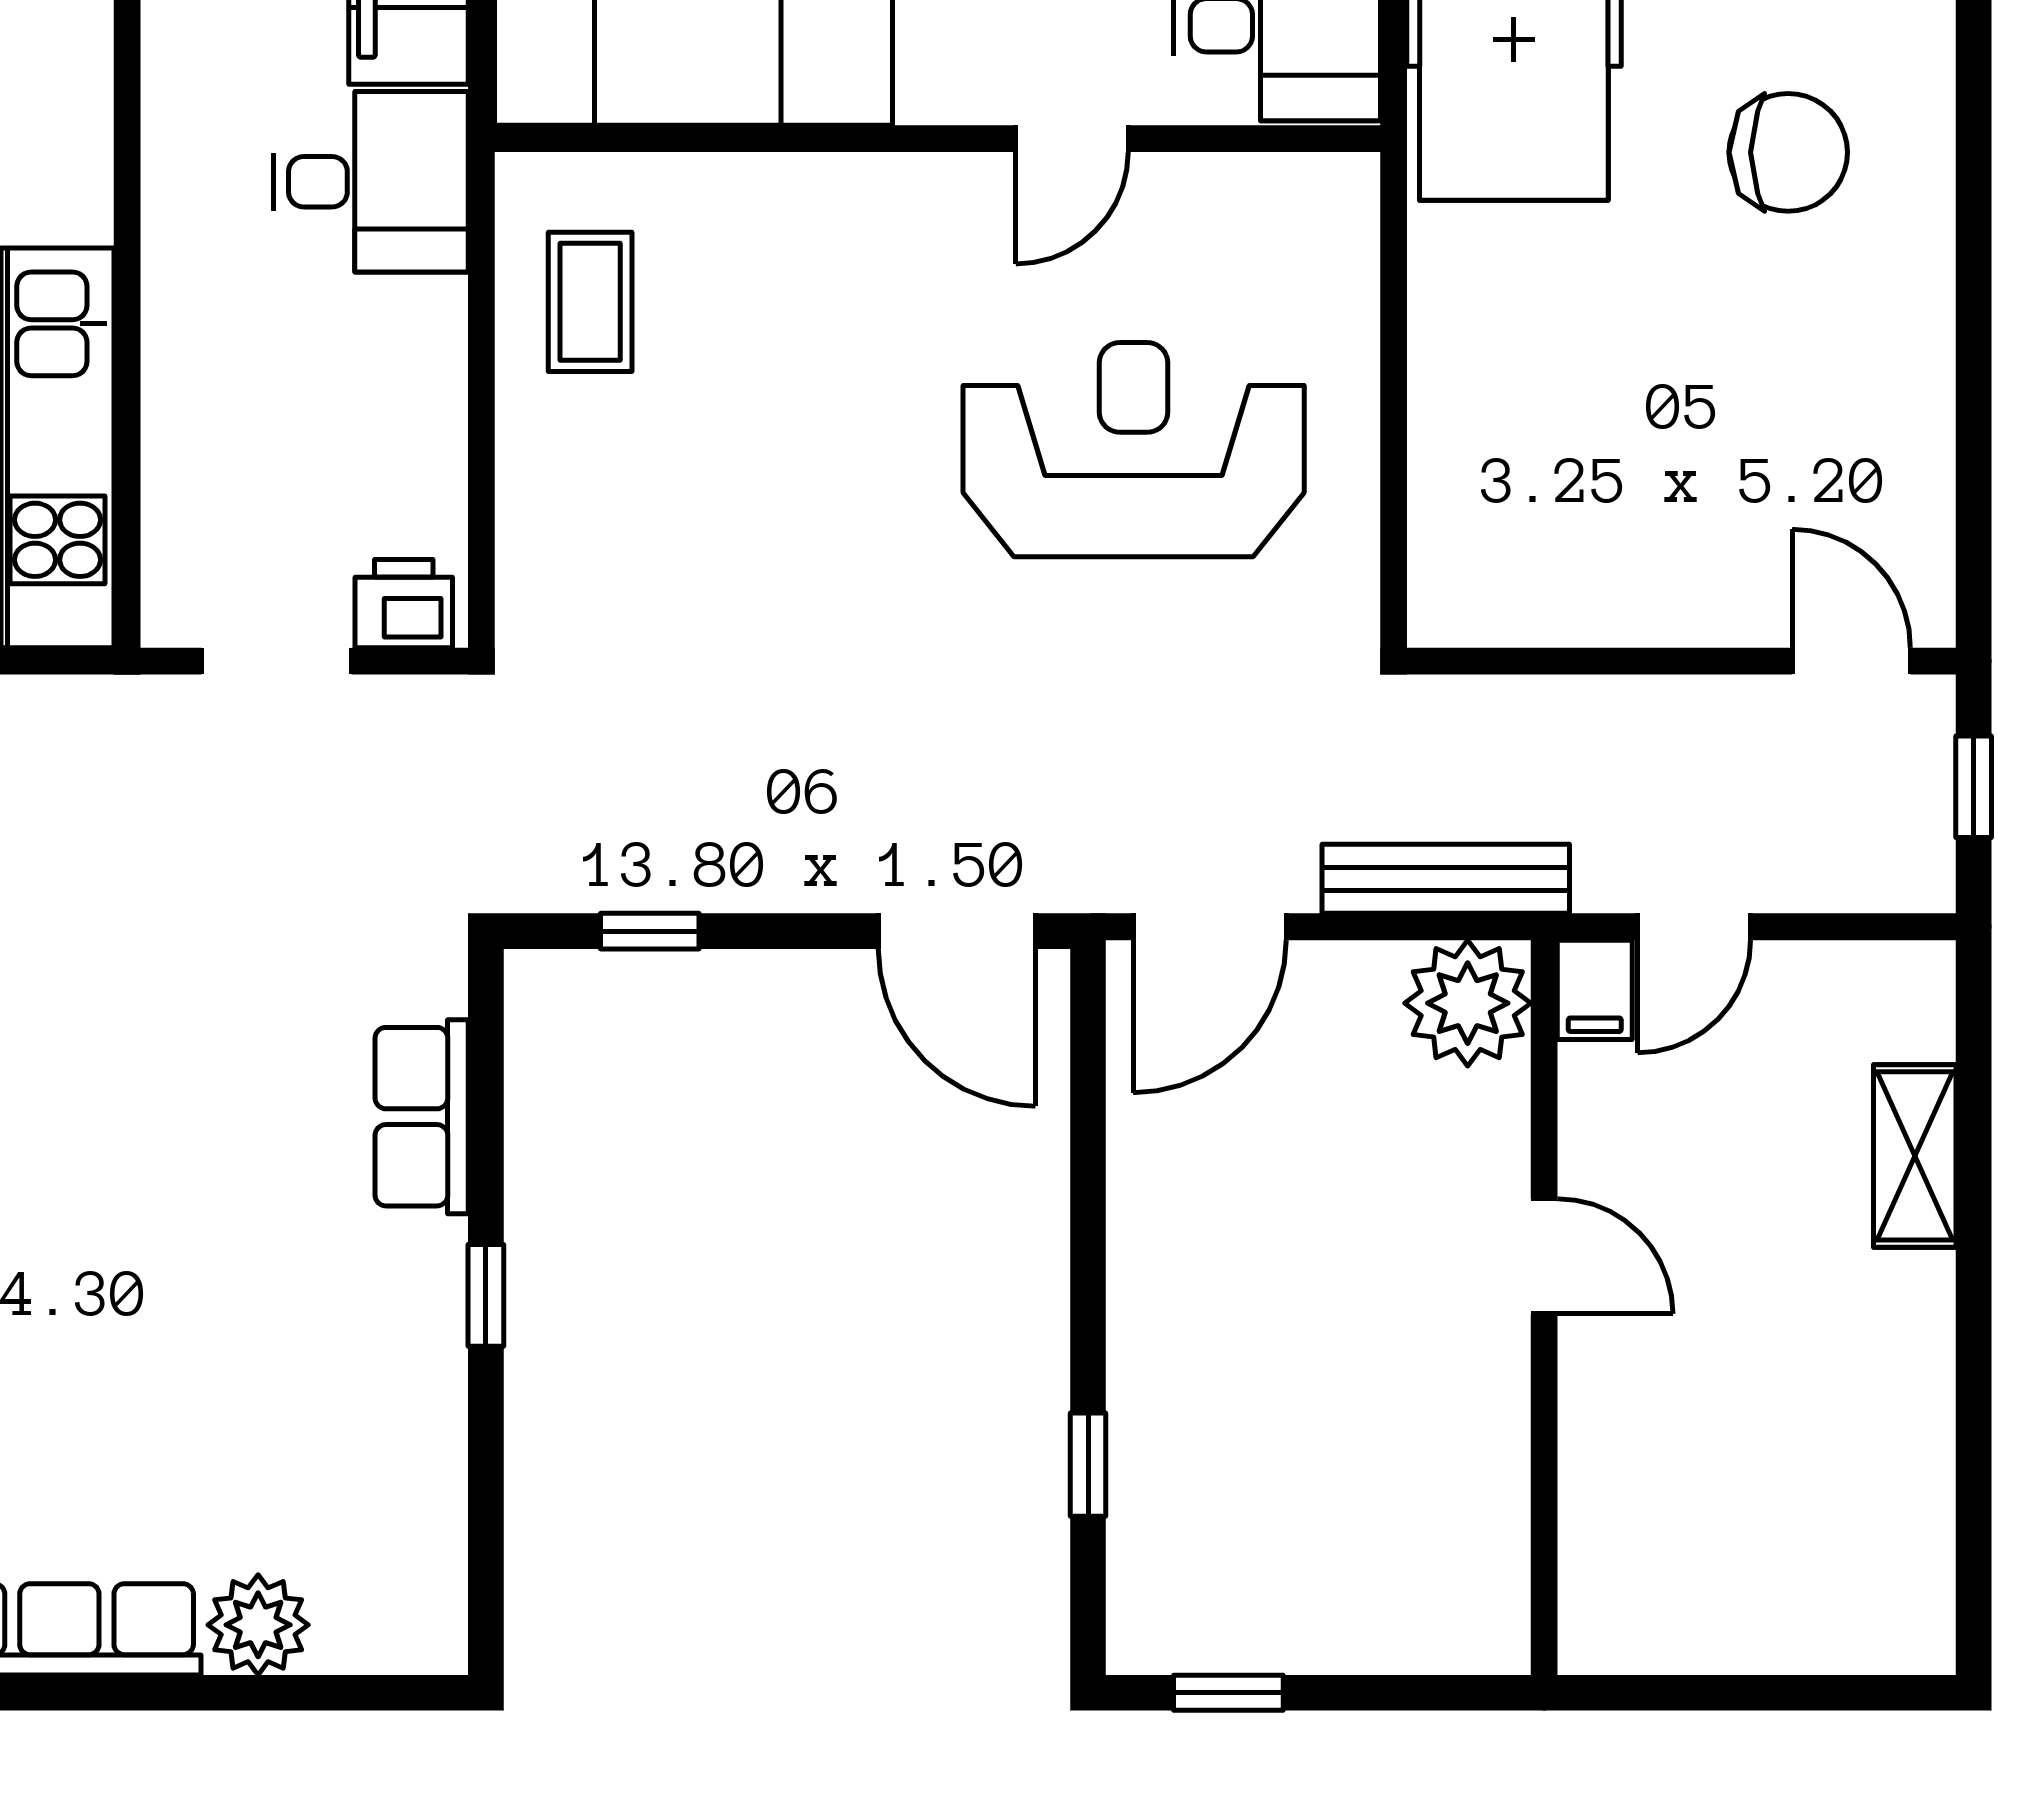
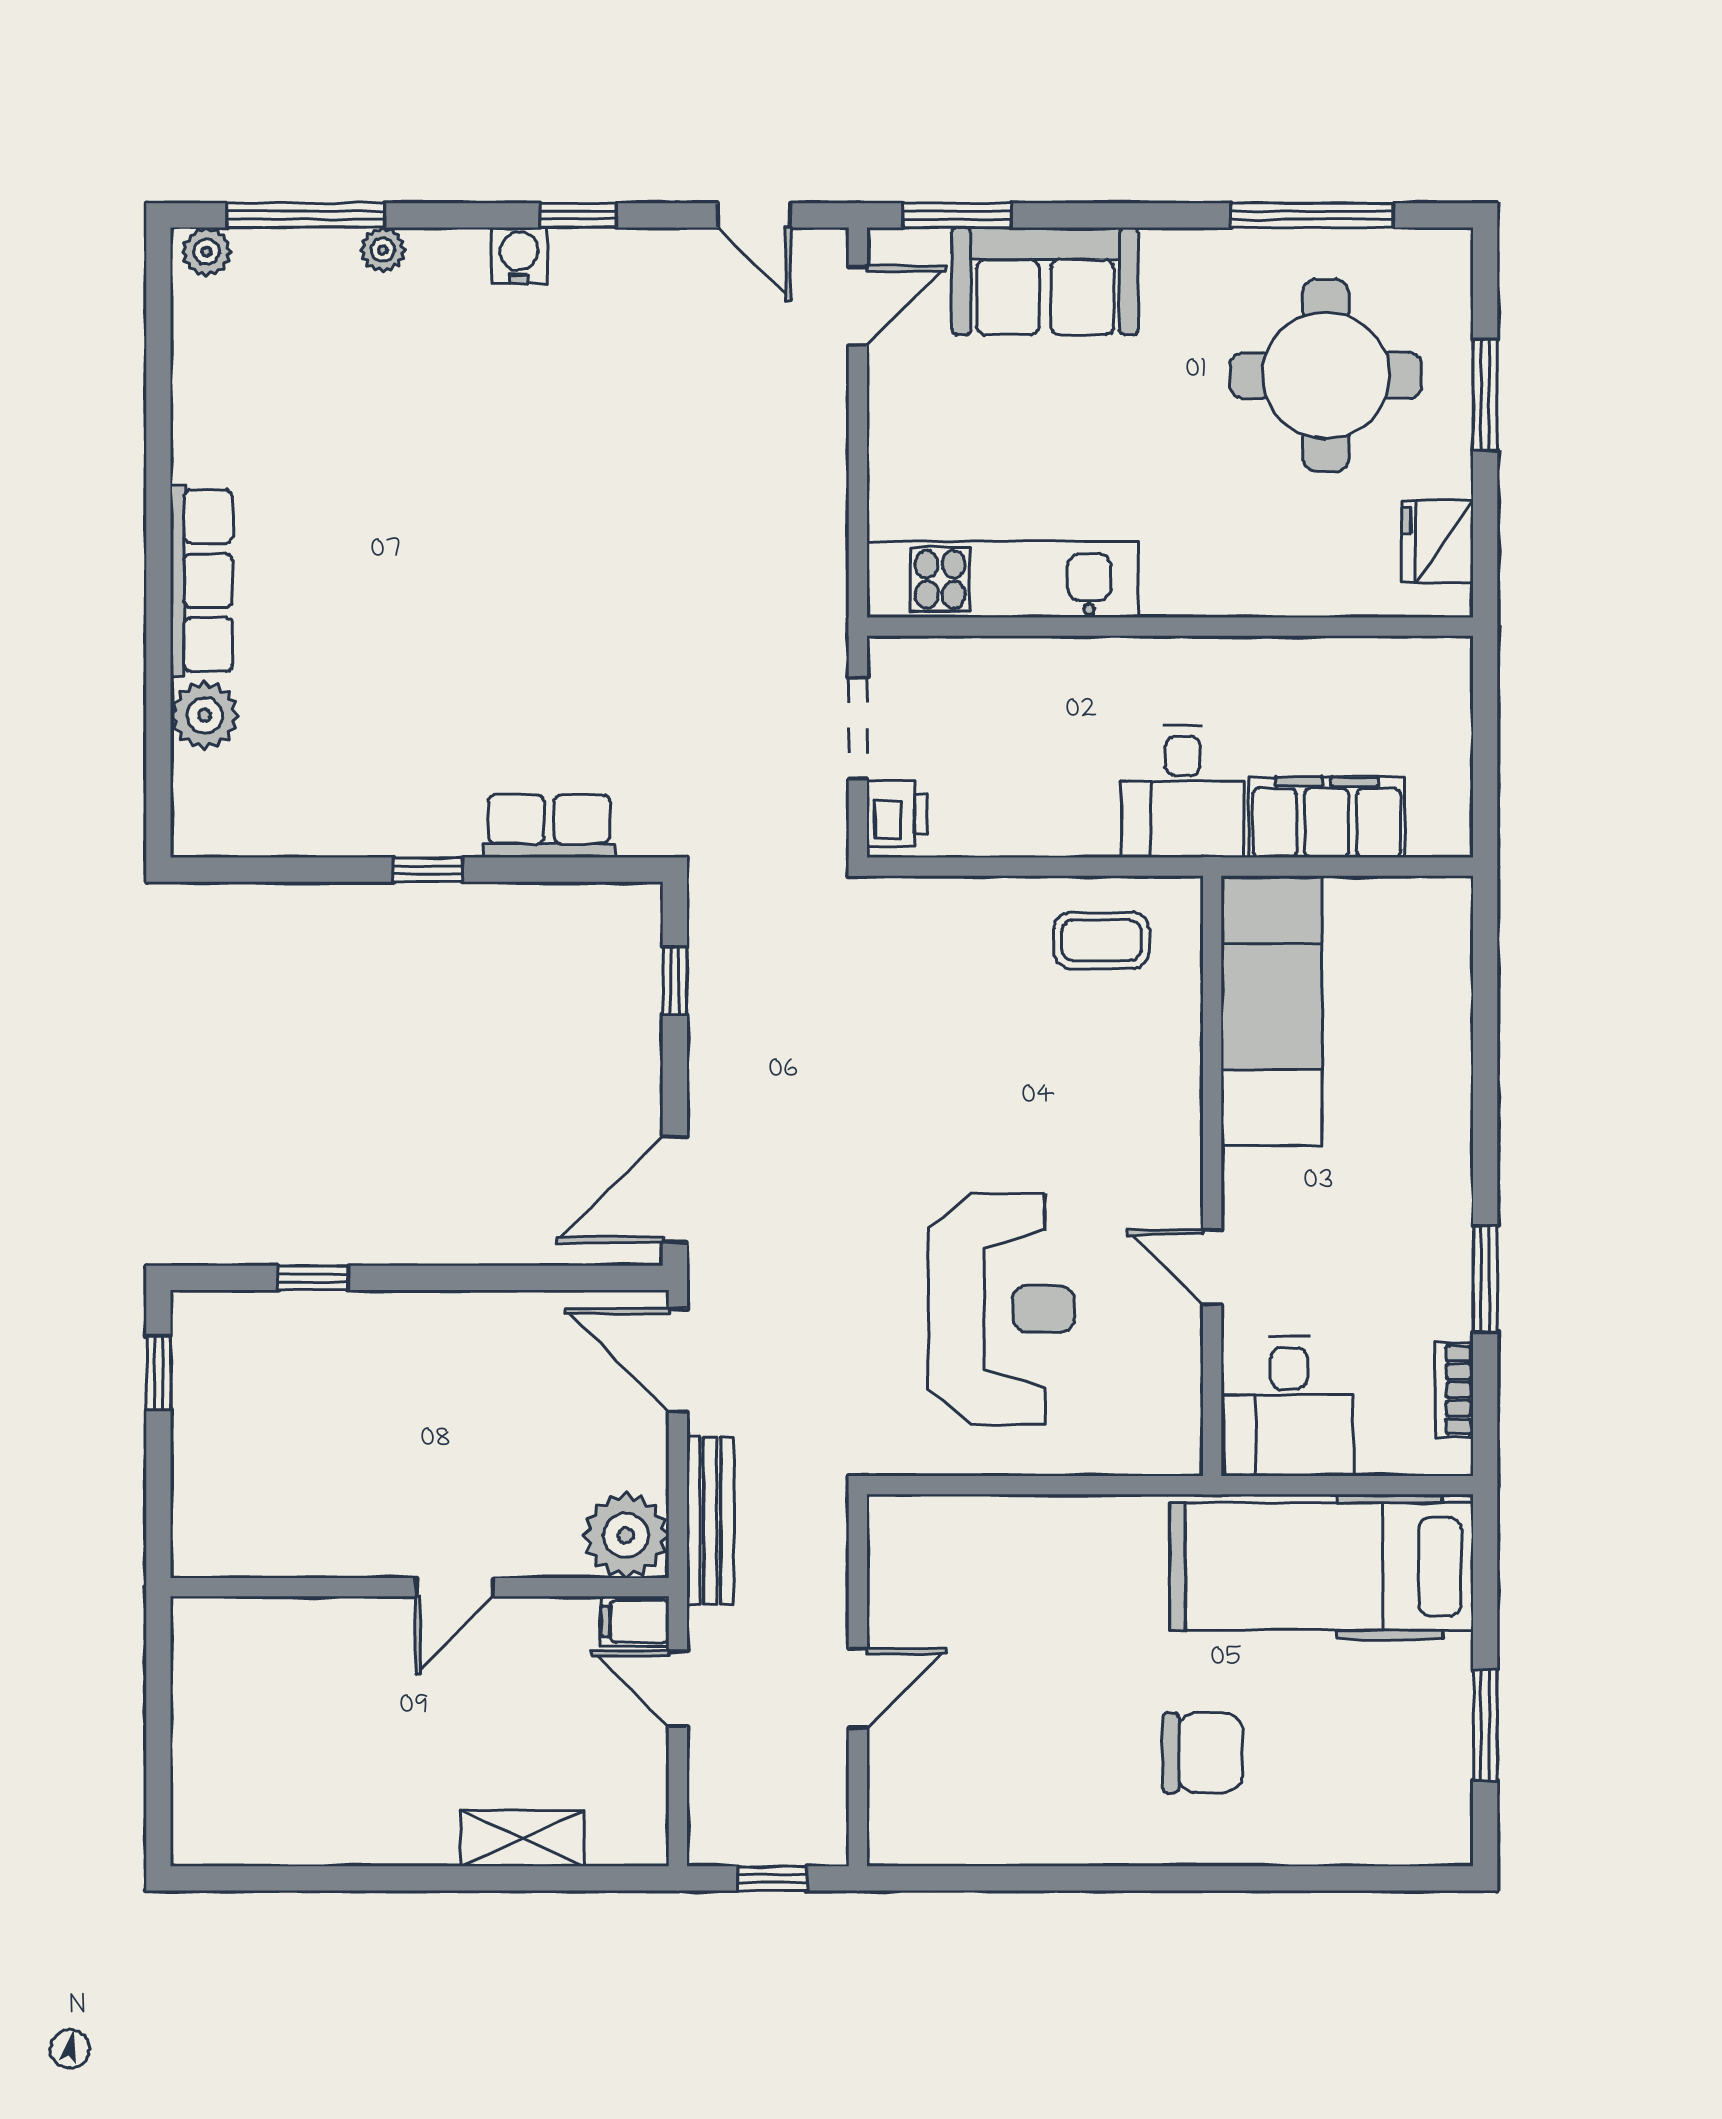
chair: (1788, 152) -> (1203, 1753), turned -90
door: (1851, 661) -> (858, 1688), moved

